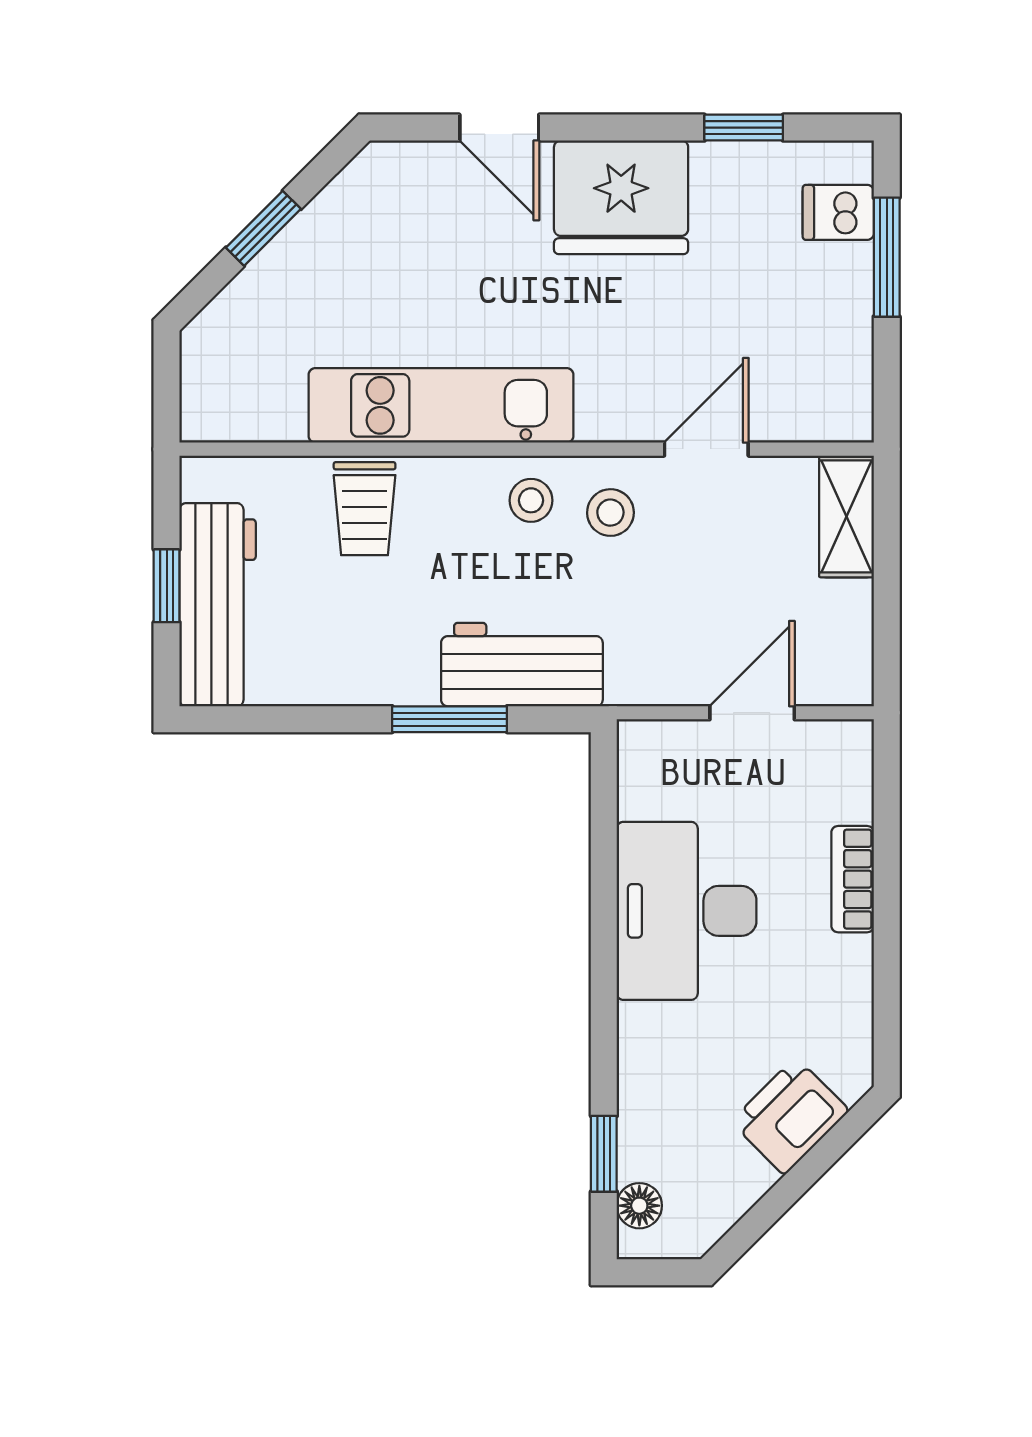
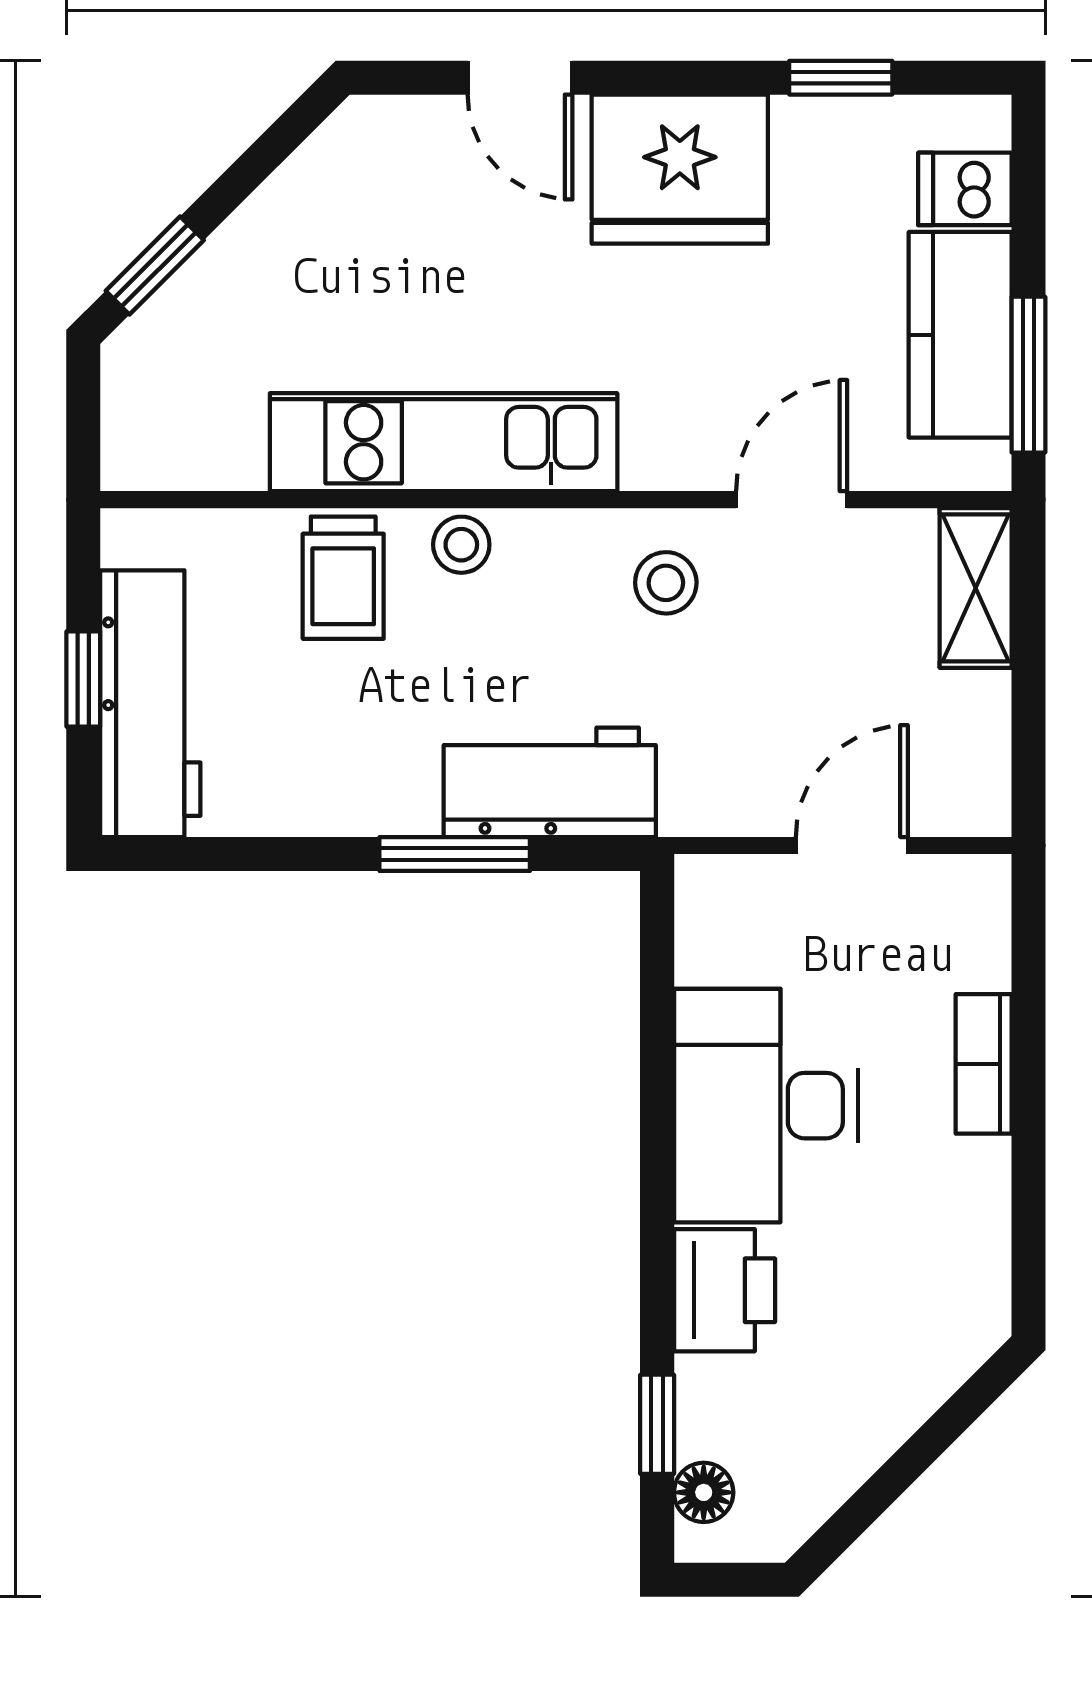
window: (263, 228) -> (155, 265), moved
window: (887, 257) -> (1028, 375), moved
kitchen counter: (835, 323) -> (960, 335), added
stool: (531, 500) -> (461, 545), moved
printer: (790, 1116) -> (725, 1290), moved, turned 135

